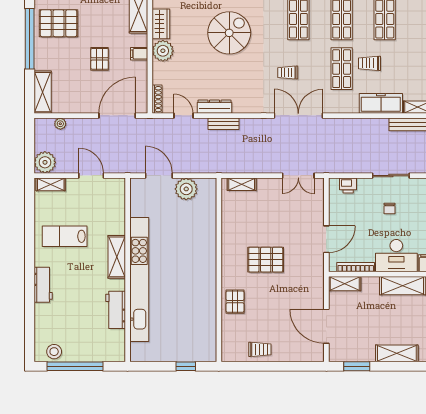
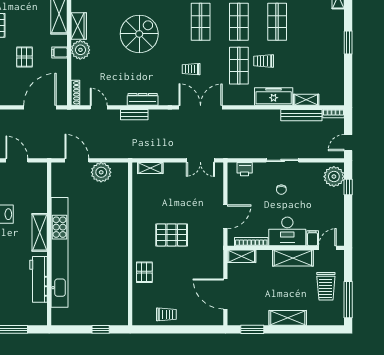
dresser: (214, 107) -> (143, 99), moved
workbench: (116, 310) -> (39, 279), width x1.38

